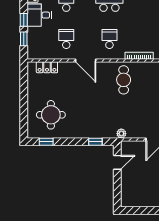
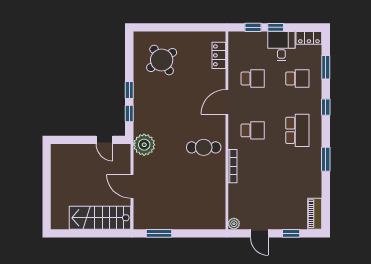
round table: (51, 115) -> (162, 60), turned -35
plant: (121, 134) -> (144, 145), width x1.87, depth x1.87
window: (46, 142) -> (129, 90), moved

